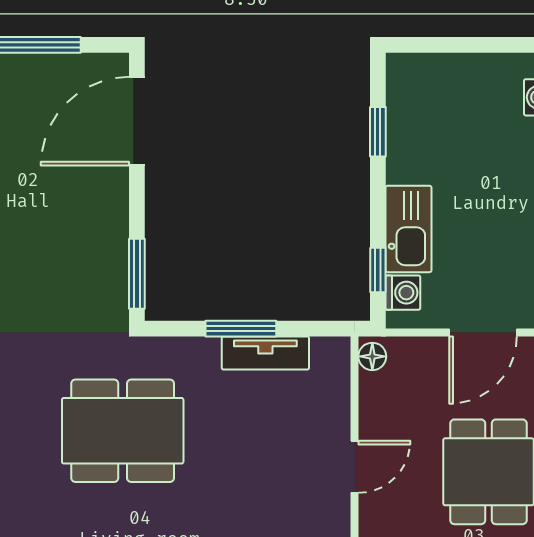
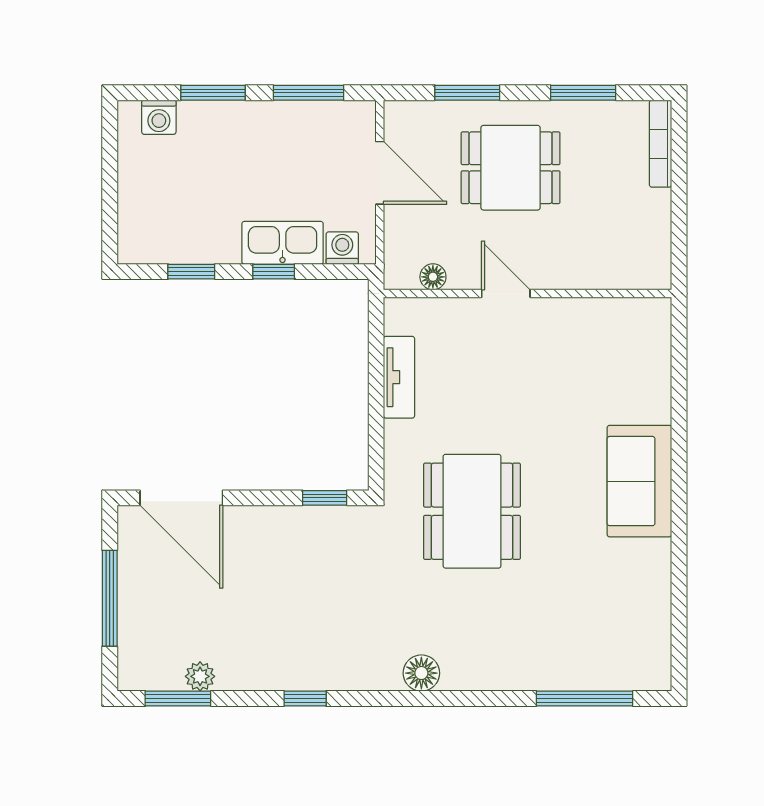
window: (378, 270) -> (274, 272), moved
window: (137, 274) -> (325, 498), width x0.67
window: (241, 329) -> (376, 400), removed
floor lamp: (372, 356) -> (433, 277), moved

